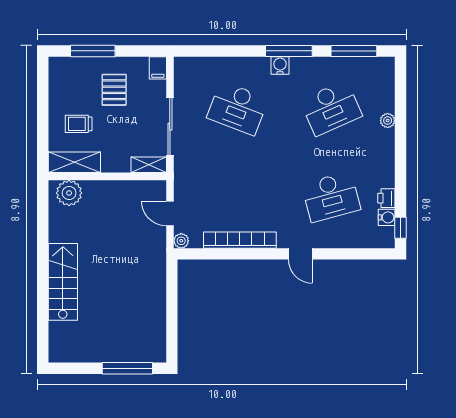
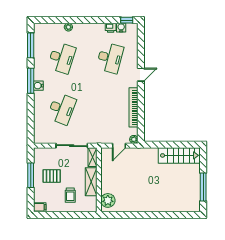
window: (93, 51) -> (31, 175), moved
filing cabinet: (158, 68) -> (40, 207), moved
desk: (331, 108) -> (62, 58), turned 42
shelving: (74, 162) -> (91, 182), moved
desk: (331, 197) -> (110, 58), turned 30
stairs: (63, 282) -> (179, 155), moved, turned 180
window: (127, 368) -> (203, 187), moved

